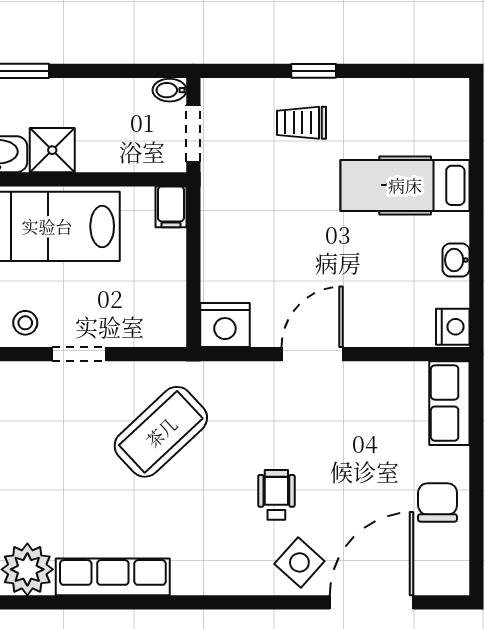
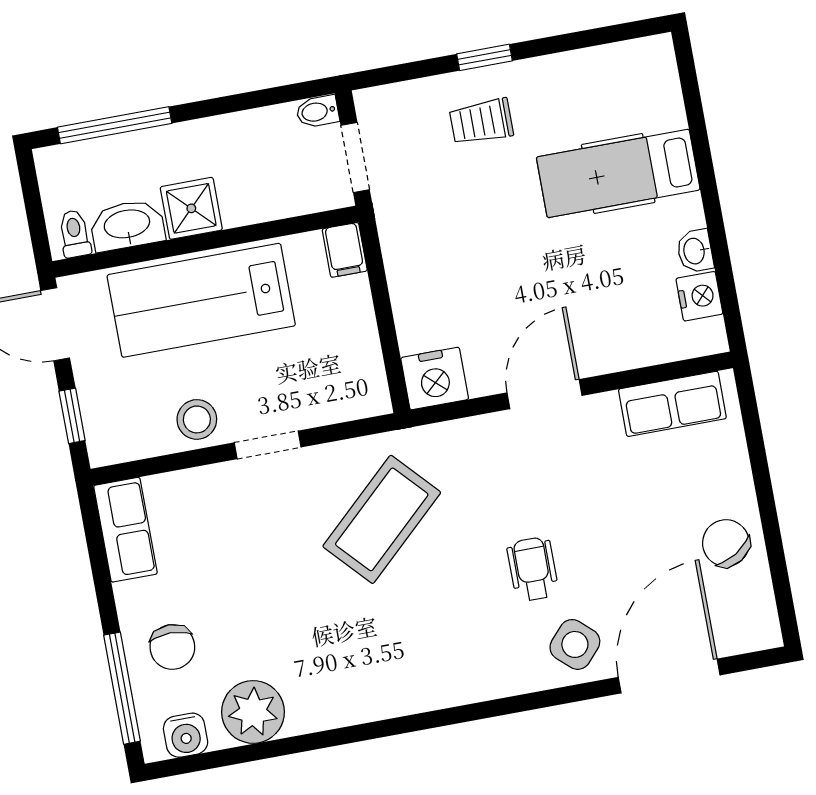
stool: (25, 323) -> (197, 419), width x1.37, depth x1.37
nightstand: (453, 327) -> (699, 296), moved
row of seats: (449, 403) -> (672, 404), moved, turned -90
chair: (438, 502) -> (726, 543), turned -32
row of seats: (113, 577) -> (356, 702), removed

